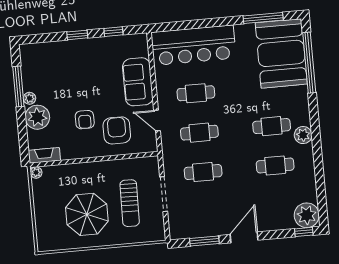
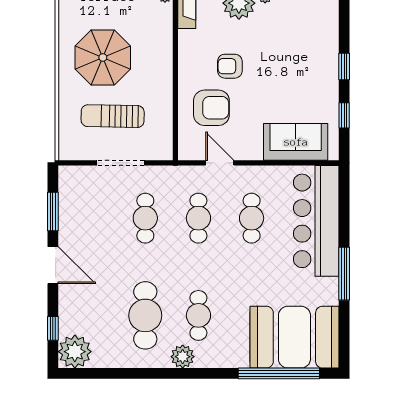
window: (263, 18) -> (344, 274), moved
sofa: (138, 82) -> (296, 142), moved
door: (157, 121) -> (220, 163), hinge flipped
cafe table: (275, 165) -> (145, 315), width x1.37, depth x1.35
window: (304, 232) -> (53, 328), moved

